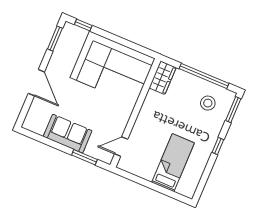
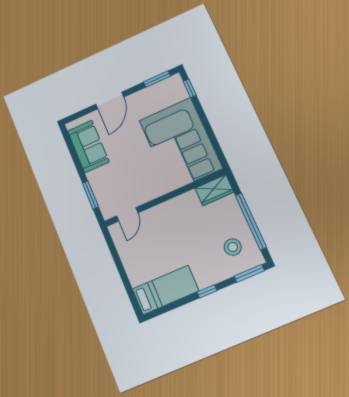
sofa: (68, 134) -> (88, 146), moved
door: (121, 147) -> (127, 214), swing flipped
bed: (173, 163) -> (166, 290), moved

